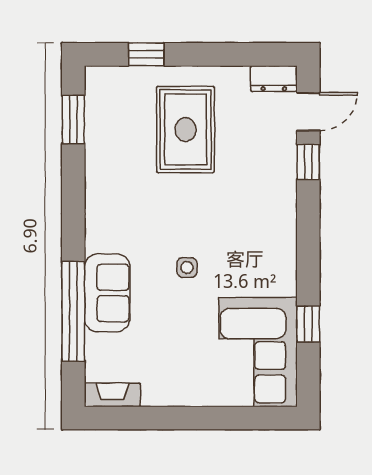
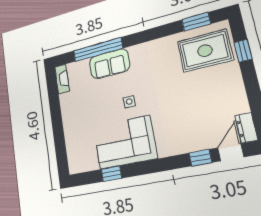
door: (308, 112) -> (231, 152), swing flipped
rug: (185, 129) -> (205, 51), moved
corner sofa: (258, 352) -> (125, 142), moved

